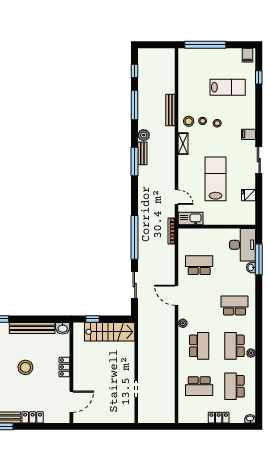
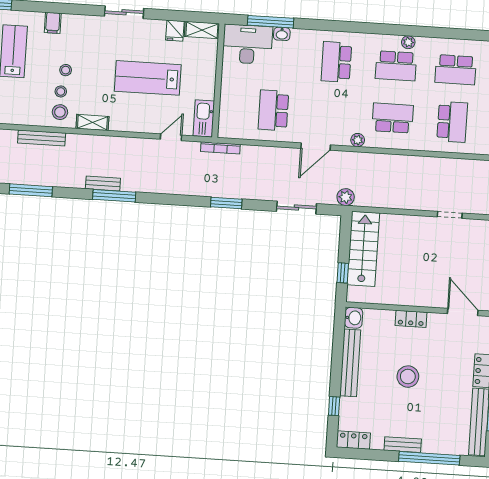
filing cabinet: (248, 134) -> (53, 23), moved
plant: (144, 135) -> (346, 197), moved
shelving: (250, 213) -> (202, 30), added
window: (135, 237) -> (226, 203), width x0.47

